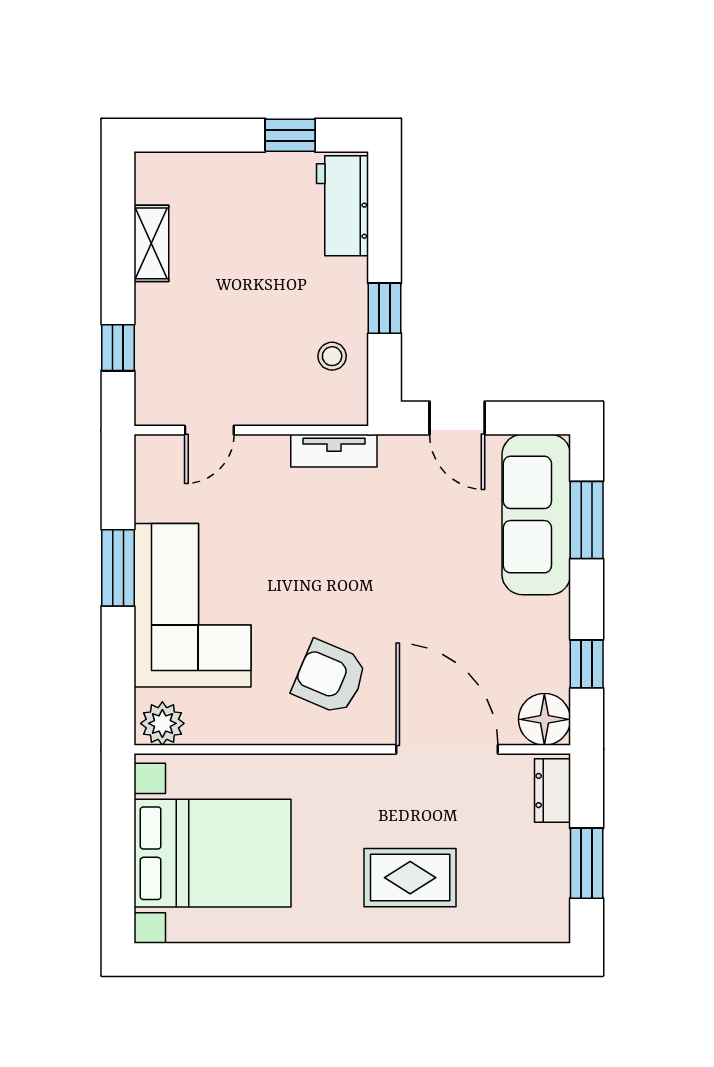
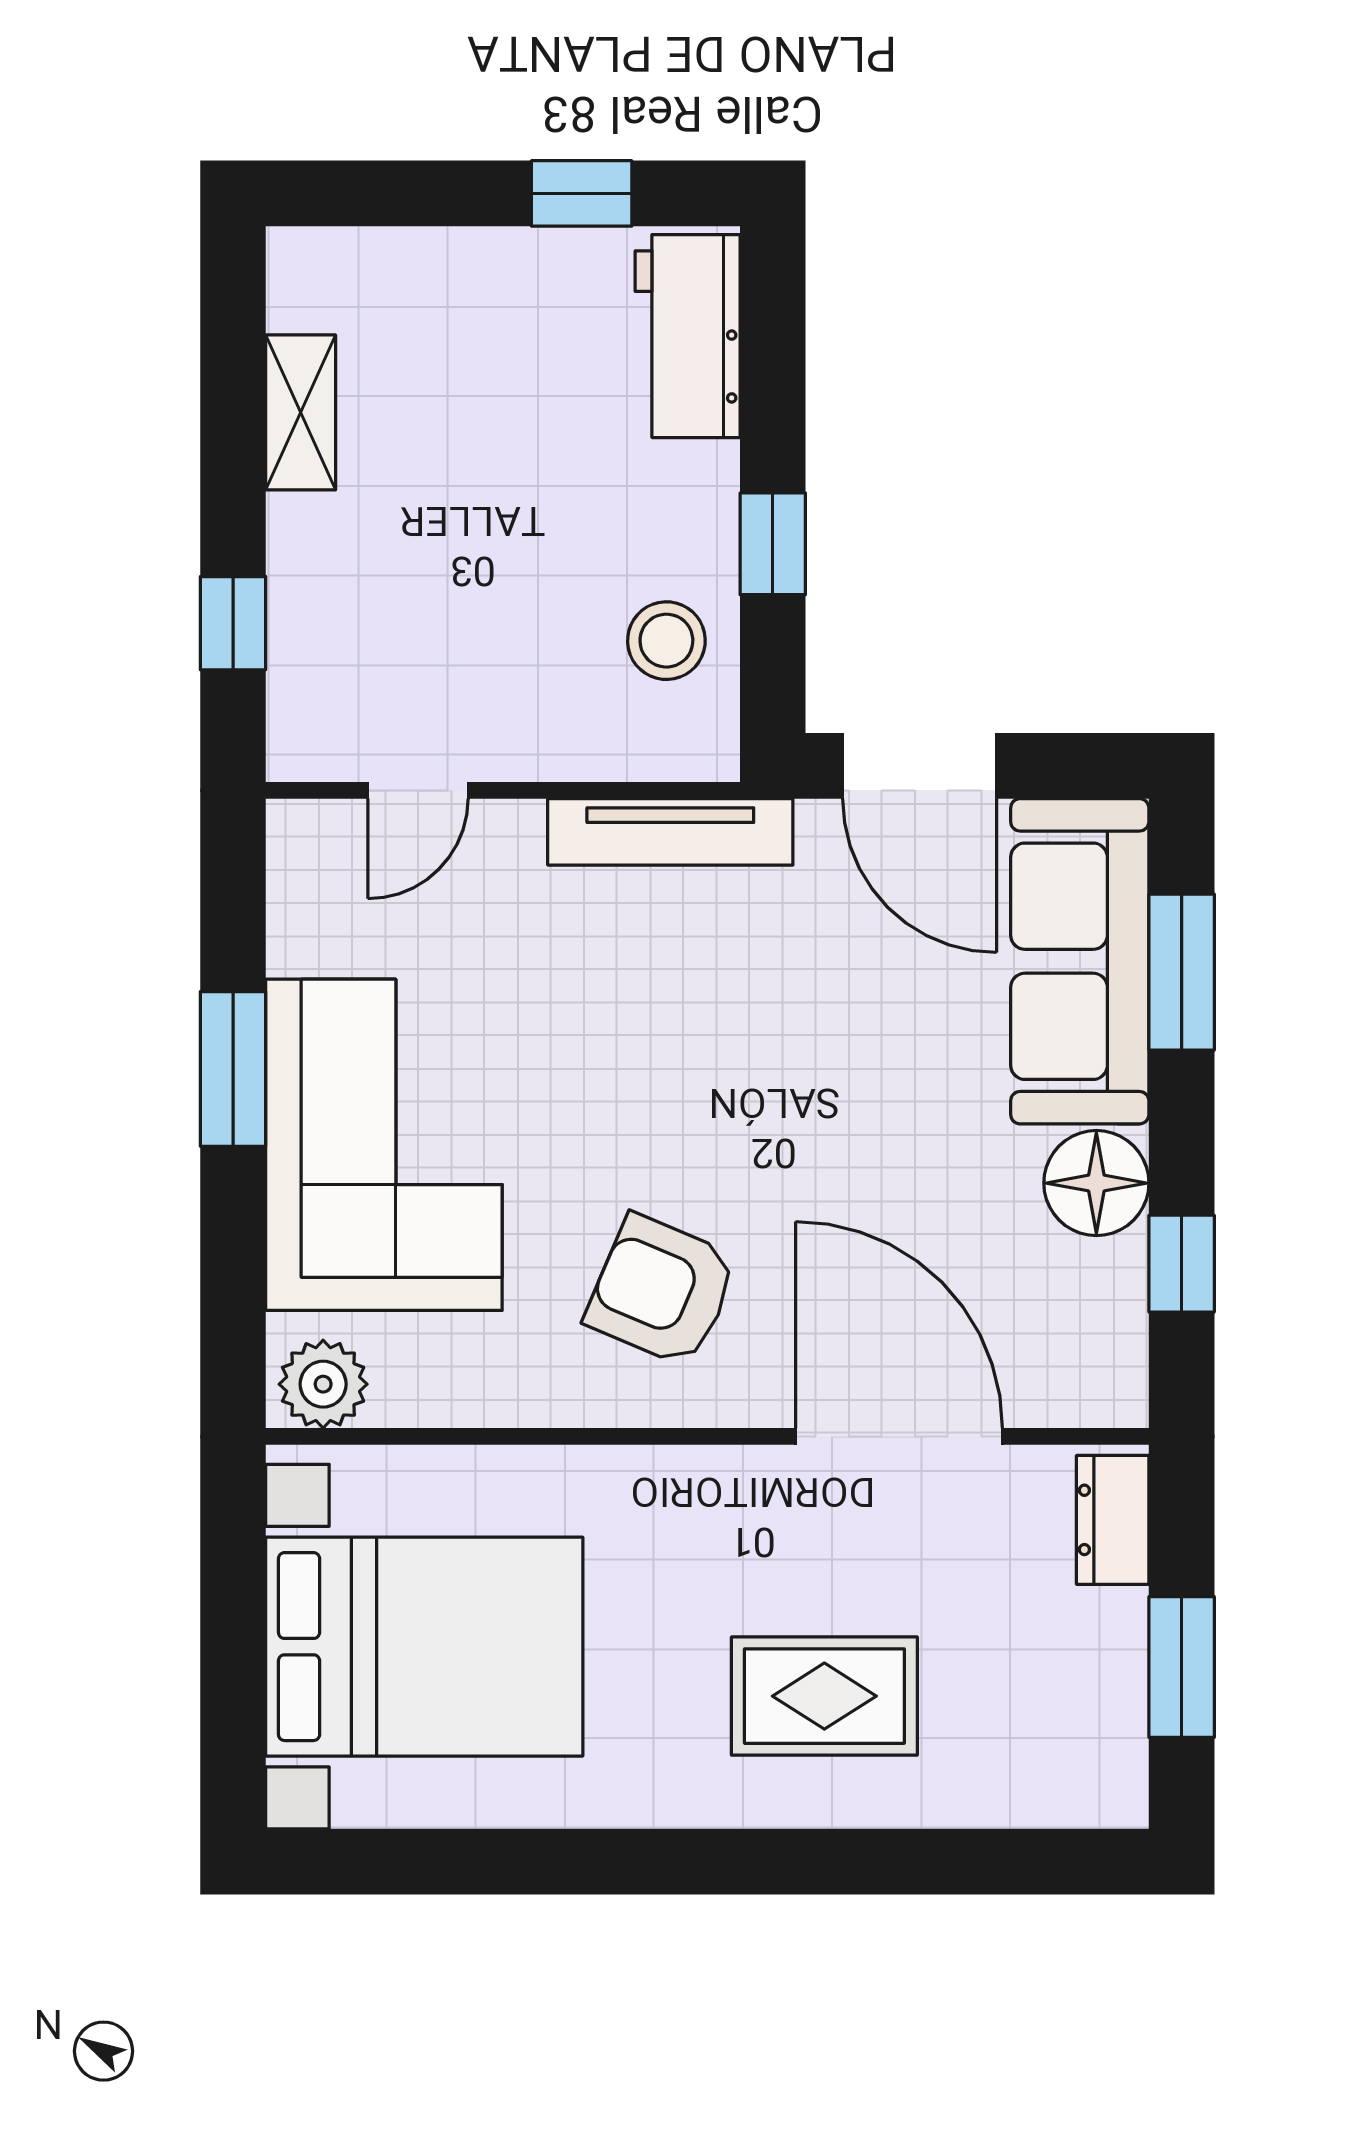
stool: (332, 356) -> (666, 641), width x1.37, depth x1.37
door: (457, 418) -> (920, 766), width x1.38
tv unit: (334, 451) -> (670, 832), width x1.41
floor lamp: (544, 719) -> (1096, 1183), moved

